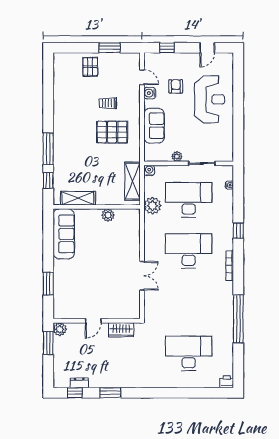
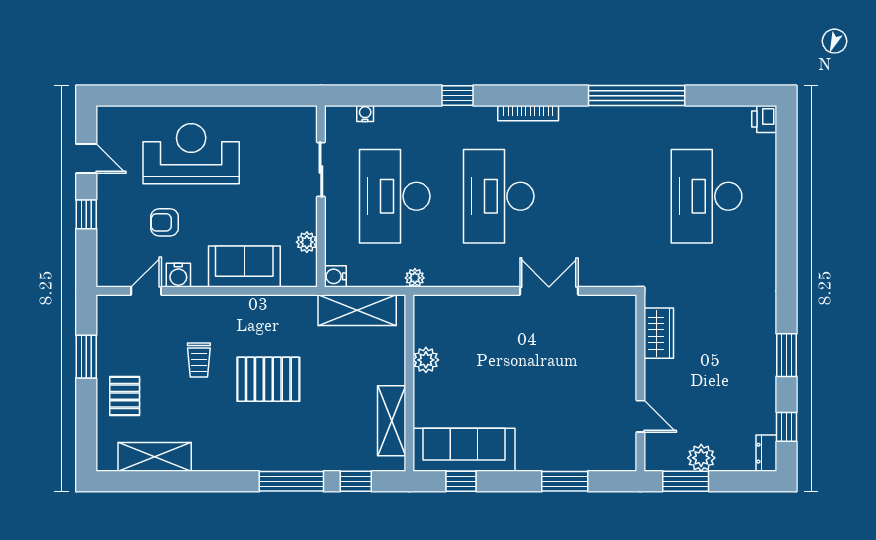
window: (167, 48) -> (86, 214), moved
pallet: (90, 67) -> (125, 396), turned 90
shelving: (60, 81) -> (155, 457), added
pallet: (112, 132) -> (268, 379), moved, turned 90
plant: (177, 156) -> (307, 242), moved
plant: (152, 206) -> (415, 278), width x0.53, depth x0.53
window: (48, 232) -> (461, 481), added
door: (93, 321) -> (640, 416), moved
plant: (60, 329) -> (701, 458), moved
dresser: (79, 383) -> (766, 453), moved

